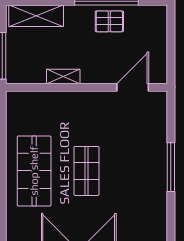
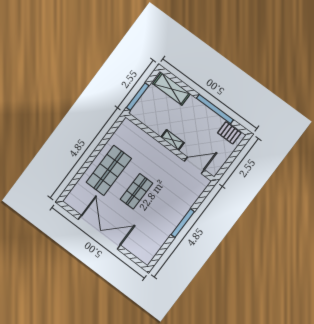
pallet: (109, 21) -> (229, 133), moved
shelving: (63, 76) -> (173, 140), moved

